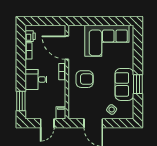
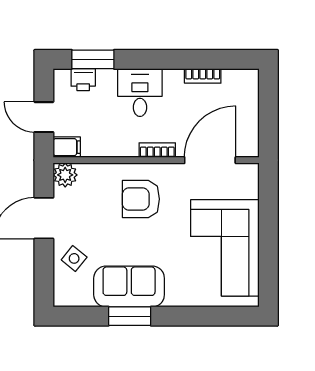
printer: (30, 36) -> (83, 80), moved
armchair: (85, 79) -> (141, 199), turned 90
plant: (74, 114) -> (65, 175), added

